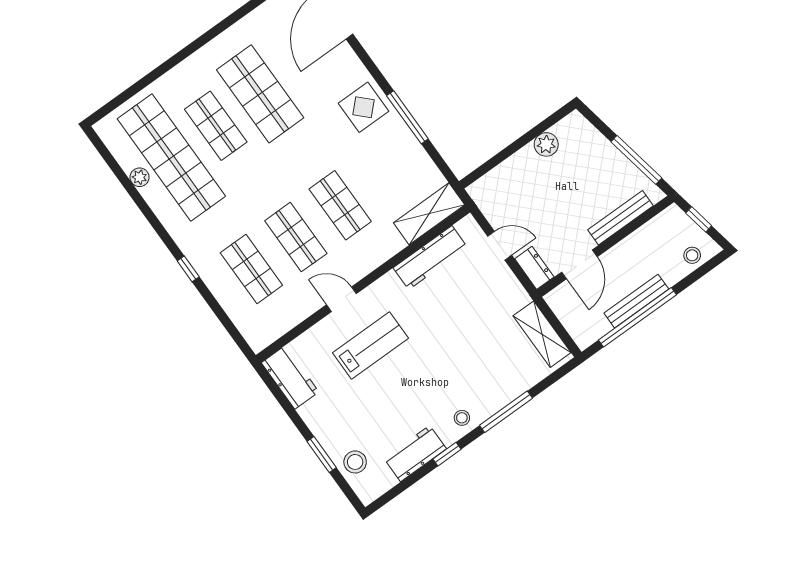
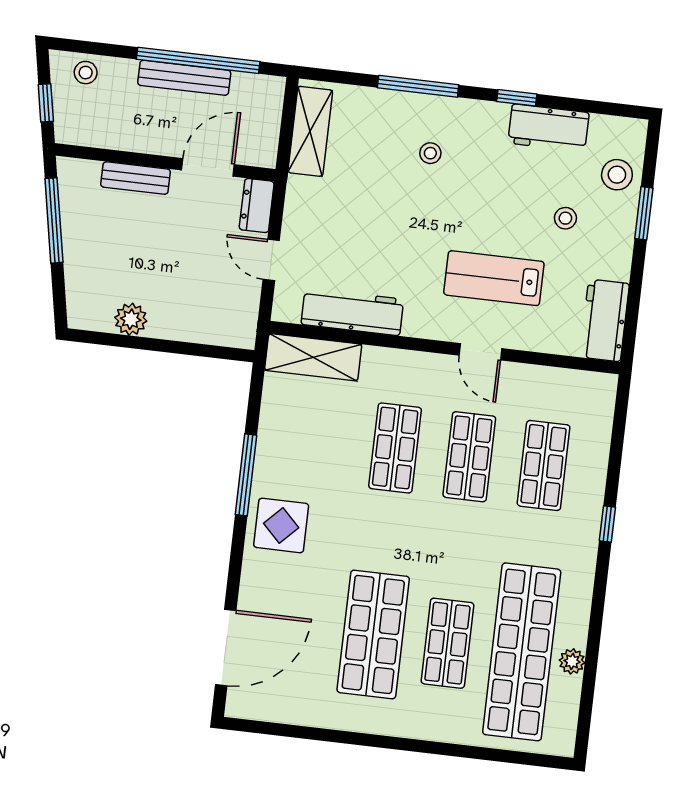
bench: (620, 218) -> (136, 178), width x0.73
stool: (361, 413) -> (565, 218), added
stool: (462, 418) -> (430, 153), moved

